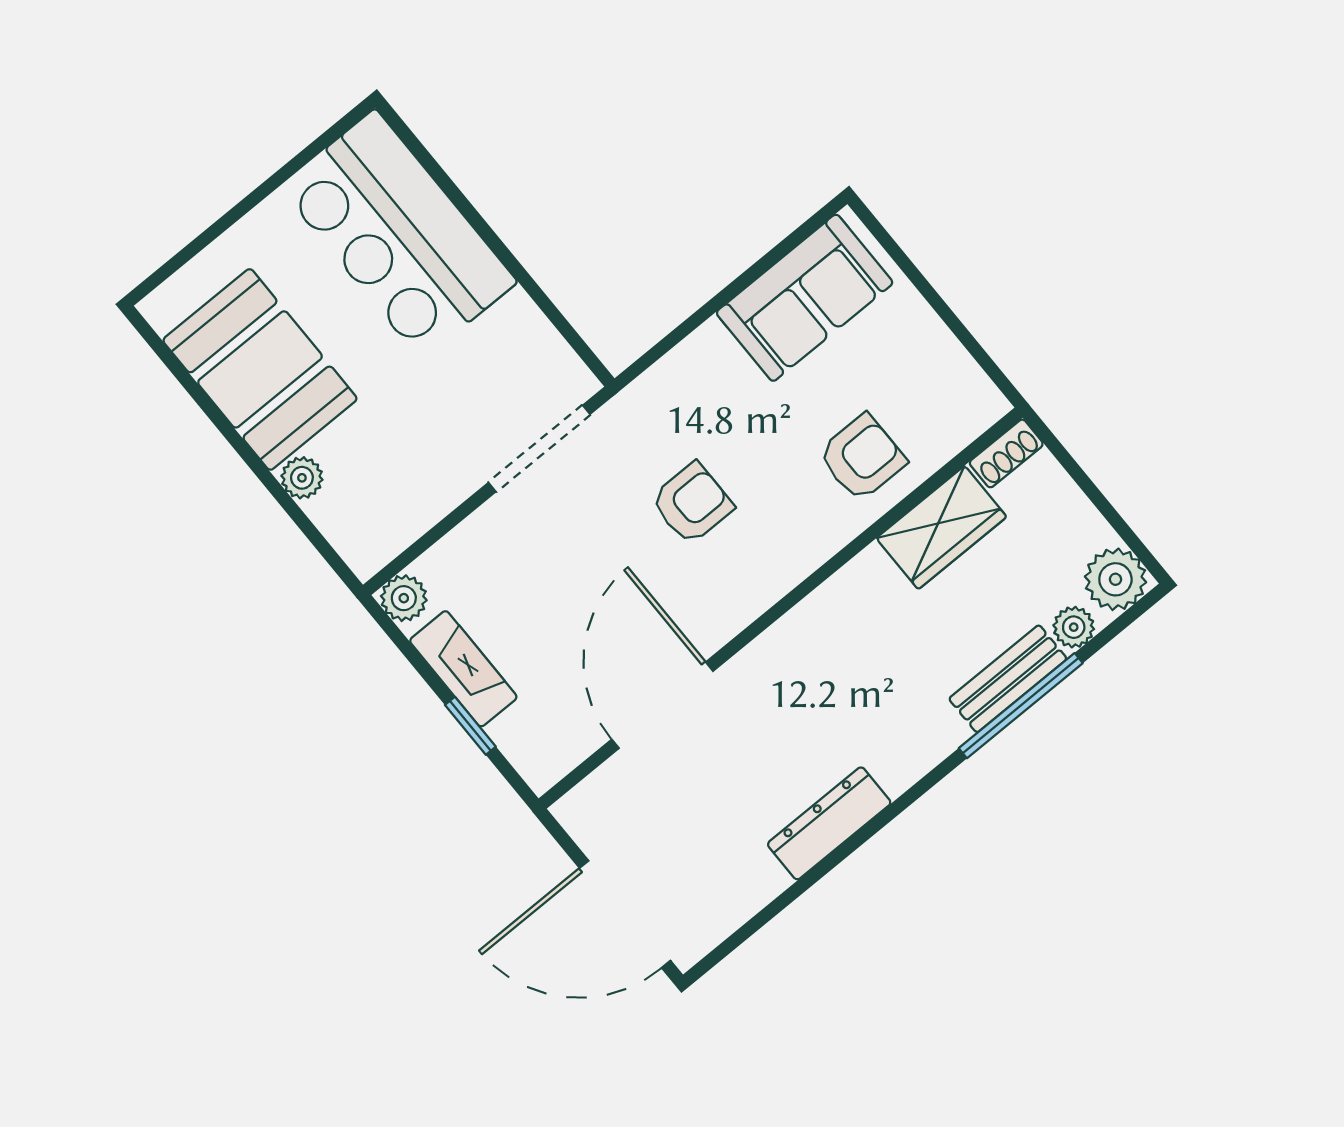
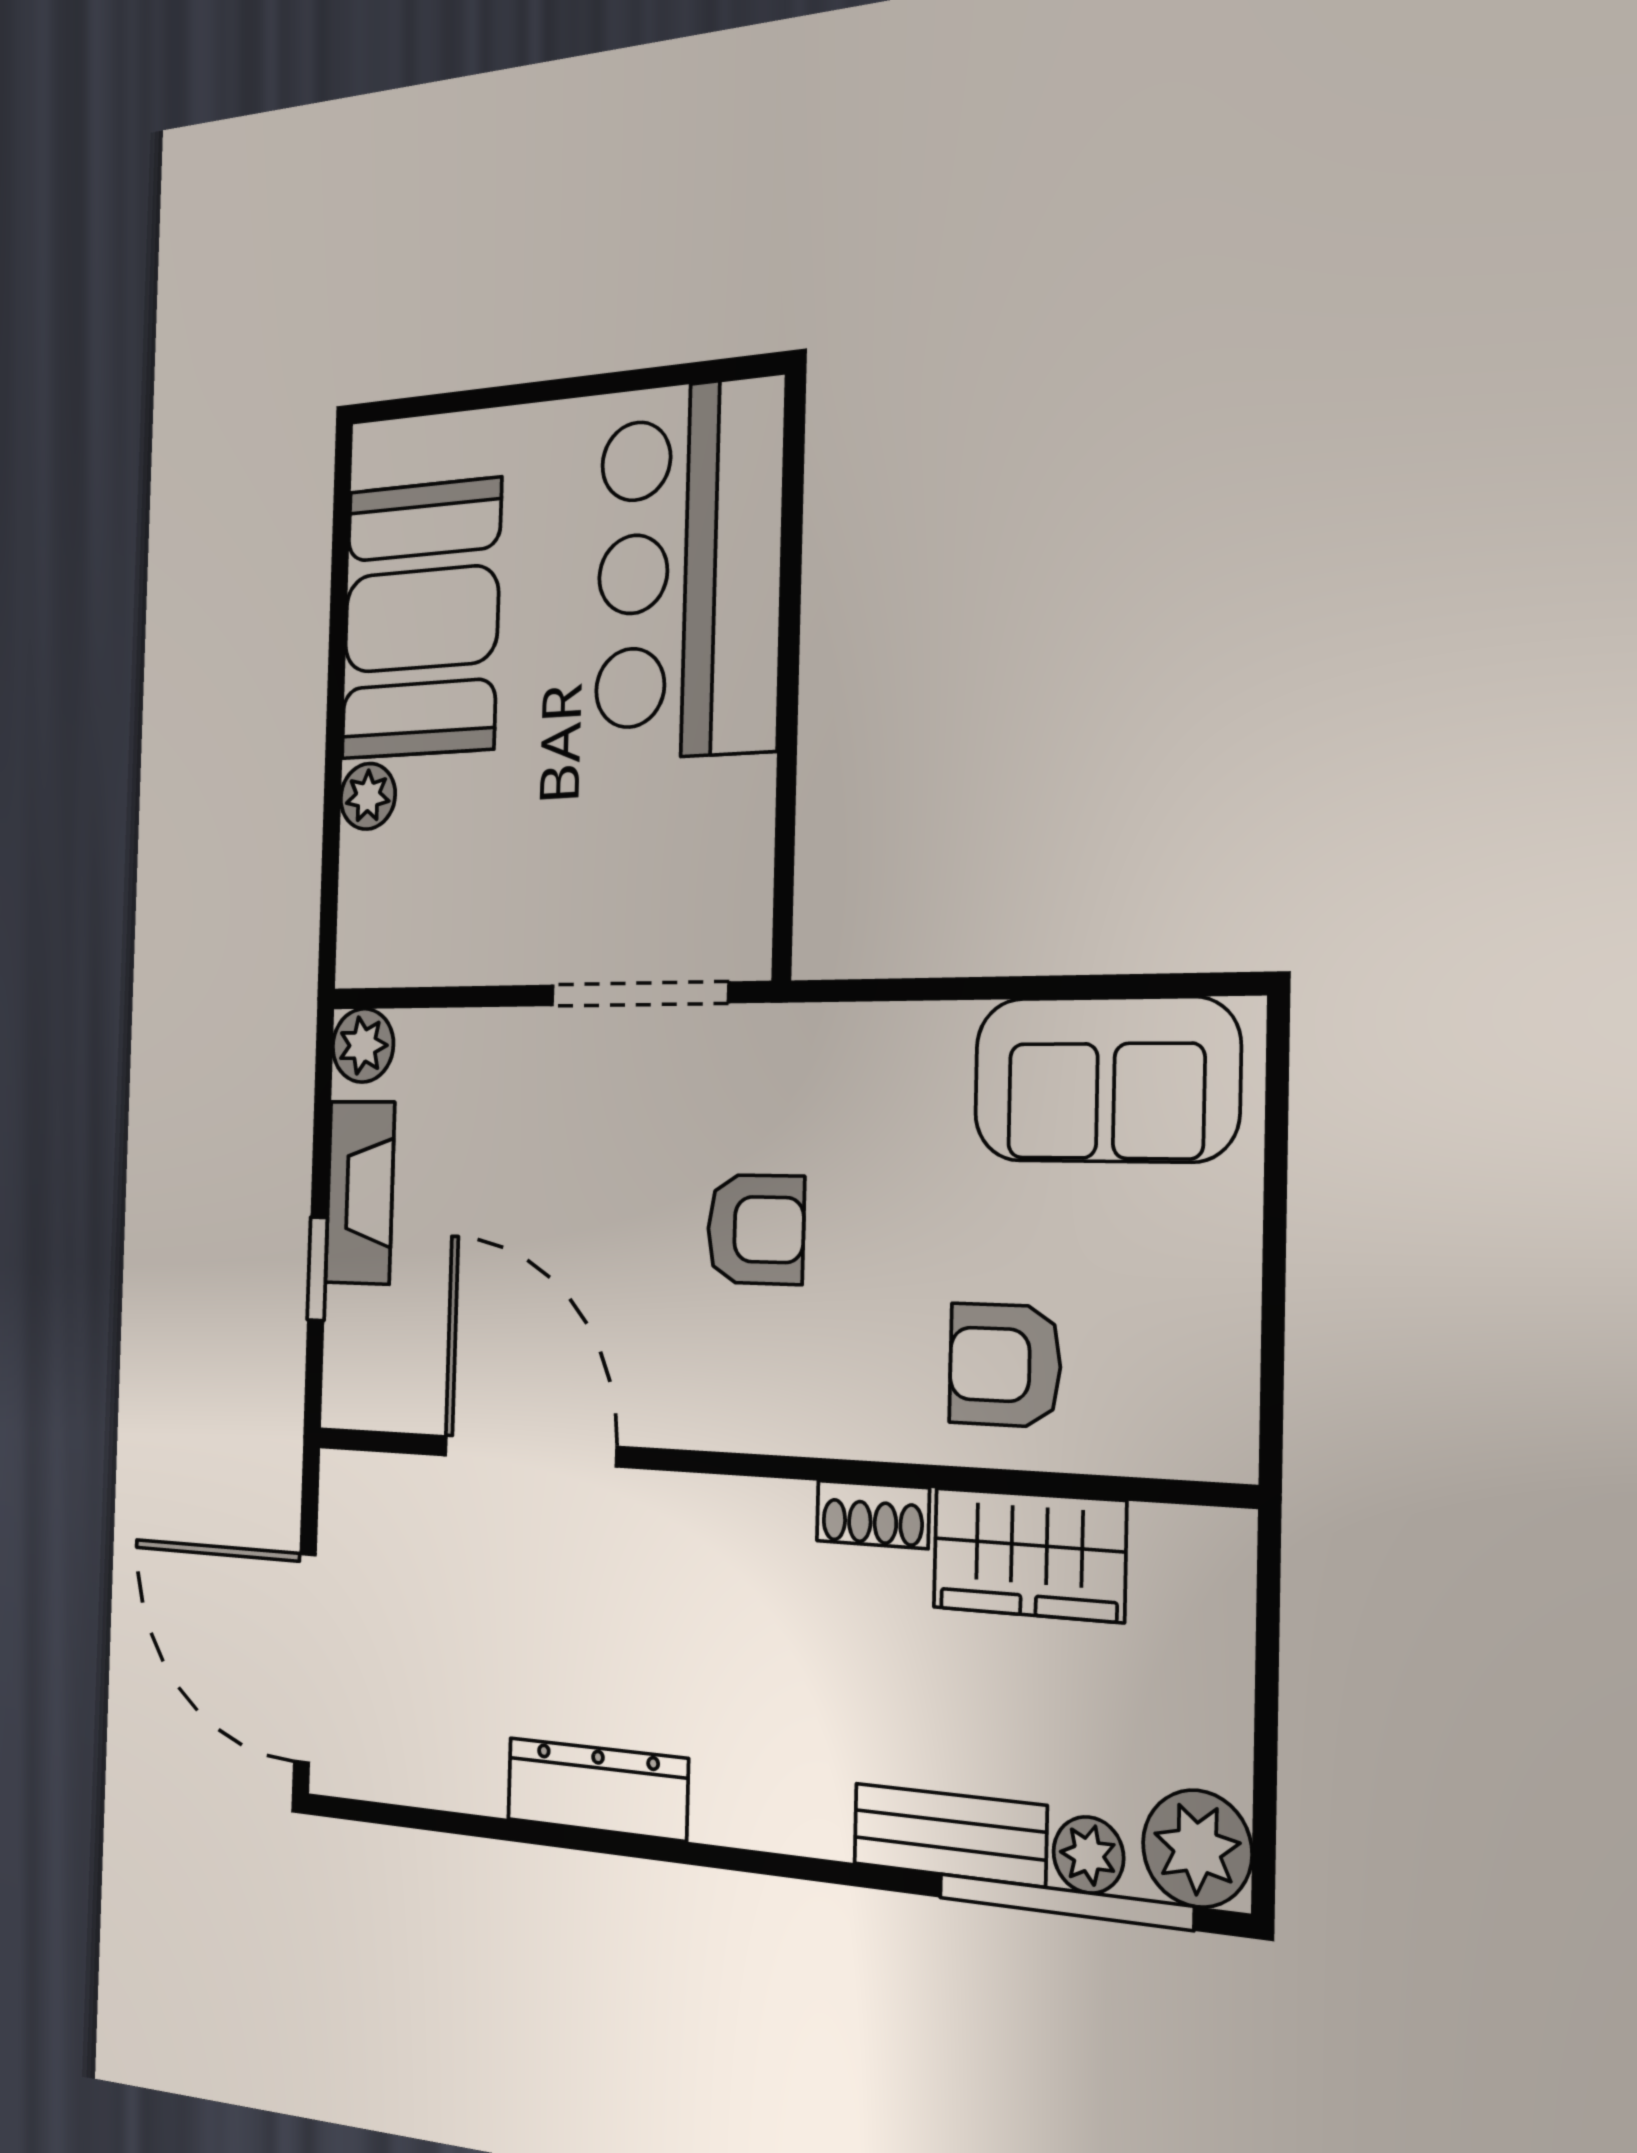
shoe rack: (1006, 453) -> (873, 1514), moved
armchair: (862, 458) -> (1005, 1365), turned 180
door: (662, 705) -> (530, 1451), hinge flipped
window: (1021, 706) -> (1065, 1902), moved

